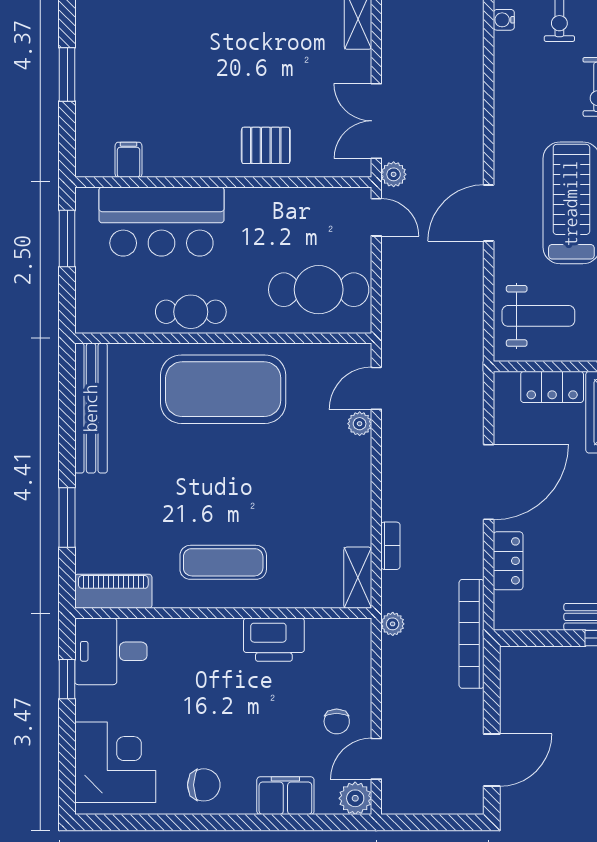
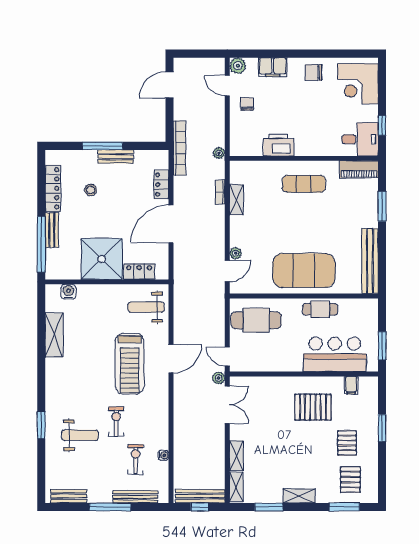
pallet: (137, 45) -> (347, 443), added
pallet: (266, 145) -> (313, 407), moved, width x1.50, depth x1.42
shelving: (358, 578) -> (237, 200), moved
door: (376, 759) -> (227, 86), swing flipped

